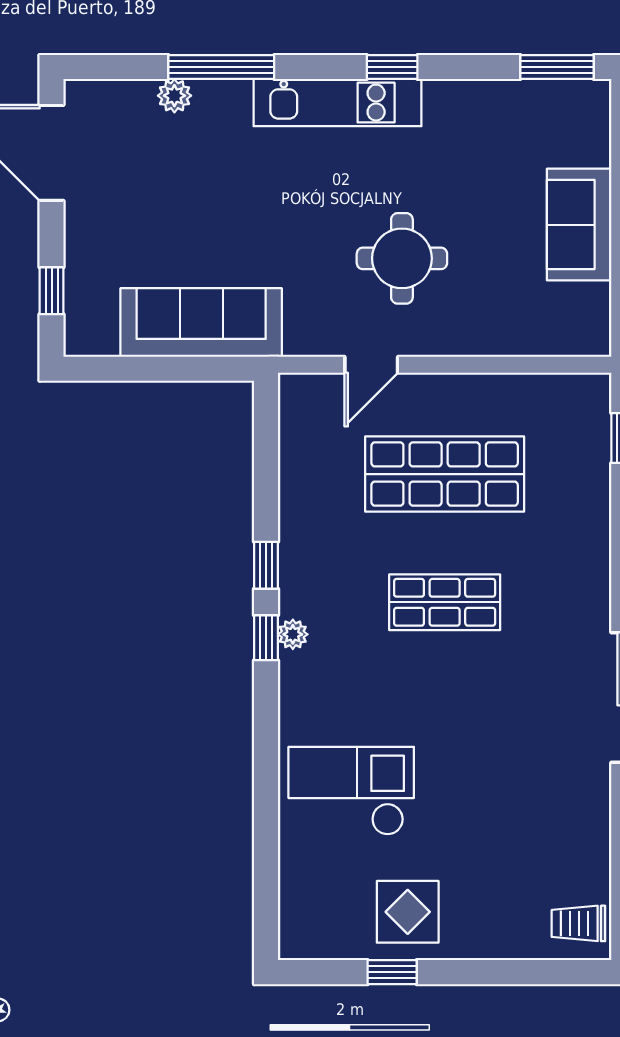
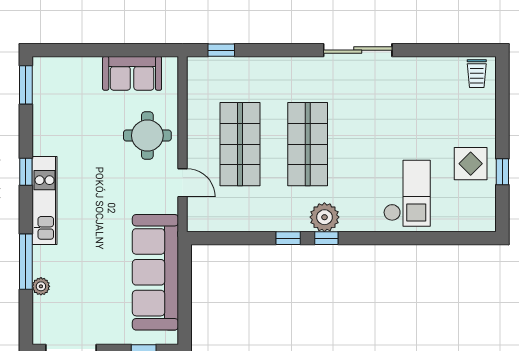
sofa: (579, 225) -> (132, 73), moved
round table: (402, 258) -> (147, 136), moved
sofa: (201, 322) -> (155, 272), width x1.36, depth x1.27
shop shelf: (445, 602) -> (308, 144), width x1.43, depth x1.36
plant: (293, 634) -> (324, 217), width x1.88, depth x1.88
checkout: (351, 791) -> (407, 193), turned 180

